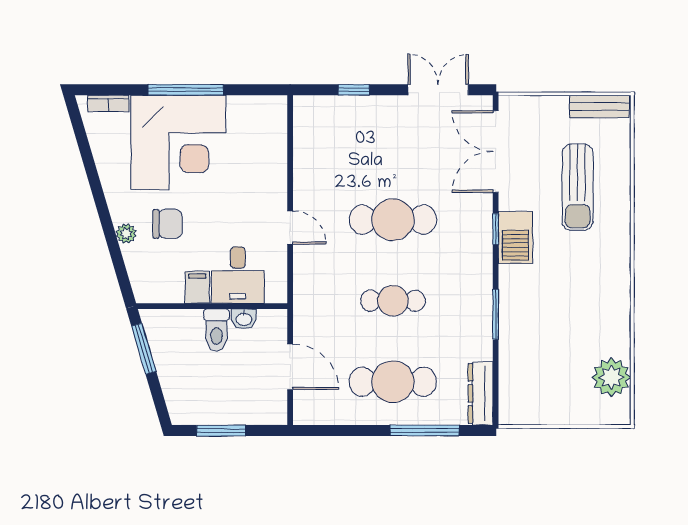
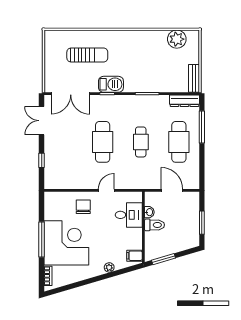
bench: (599, 107) -> (194, 78), moved
chair: (168, 224) -> (83, 207), moved
filing cabinet: (197, 287) -> (134, 256), moved
door: (290, 367) -> (172, 190), hinge flipped

